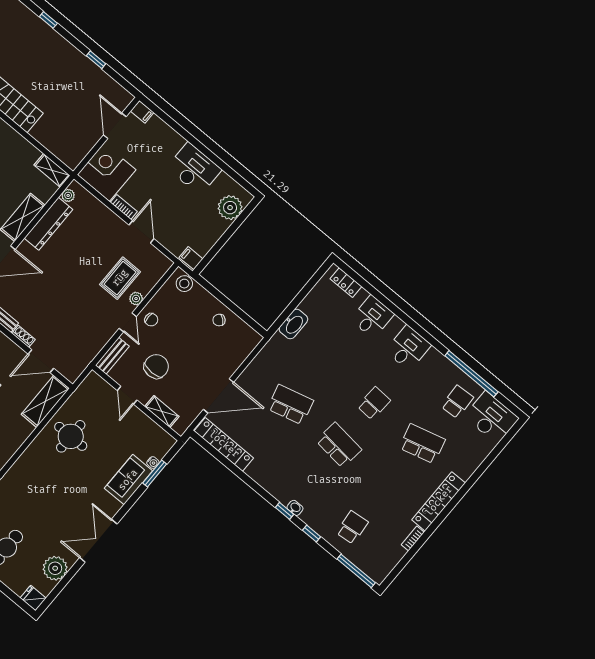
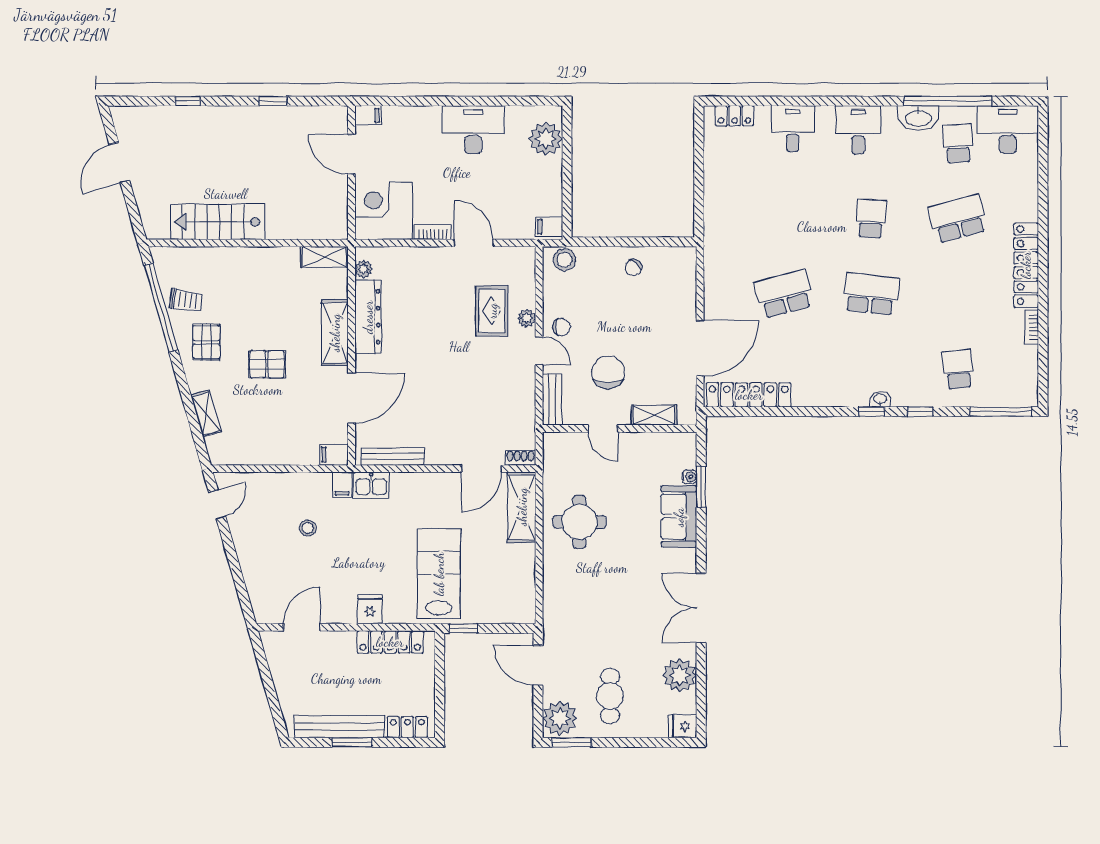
washbasin: (293, 324) -> (918, 118), moved, turned 90
shoe rack: (23, 336) -> (521, 458), moved

